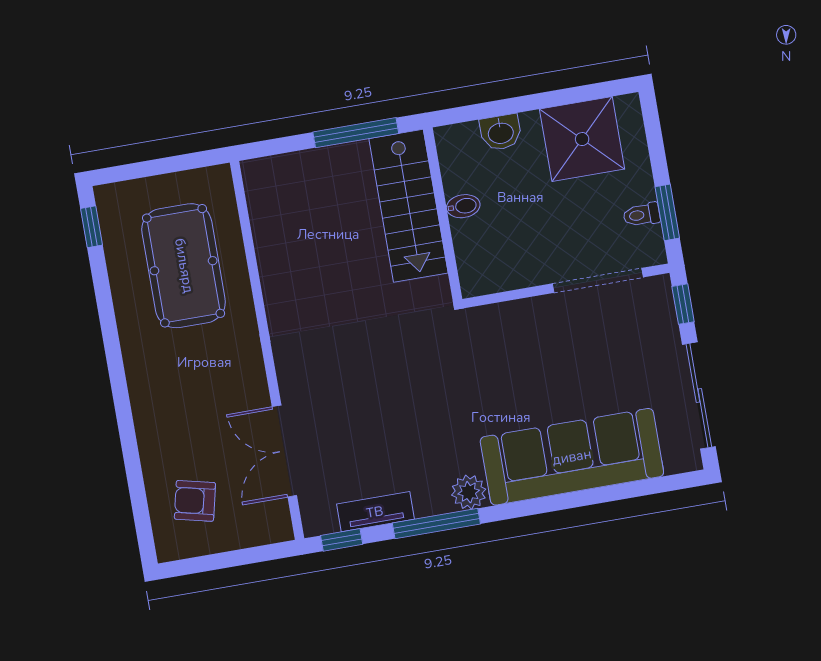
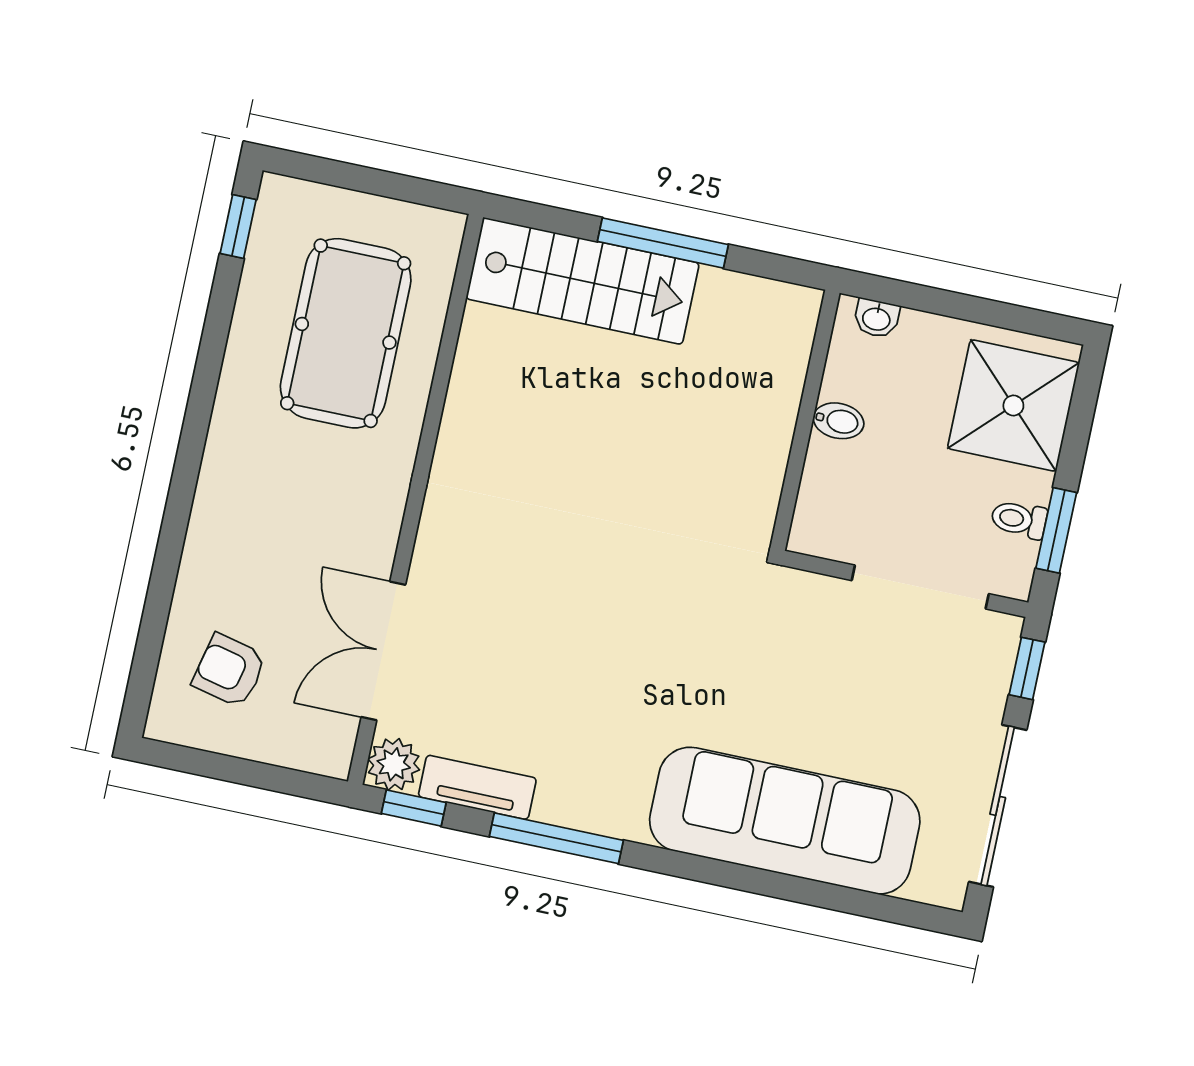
washbasin: (501, 132) -> (877, 318), width x0.72, depth x0.69
shower: (582, 139) -> (1013, 405), moved
stairs: (408, 206) -> (583, 281), moved, turned -90
bidet: (463, 206) -> (838, 421), moved
wall: (443, 214) -> (805, 420), moved
plant: (469, 492) -> (394, 764), moved

